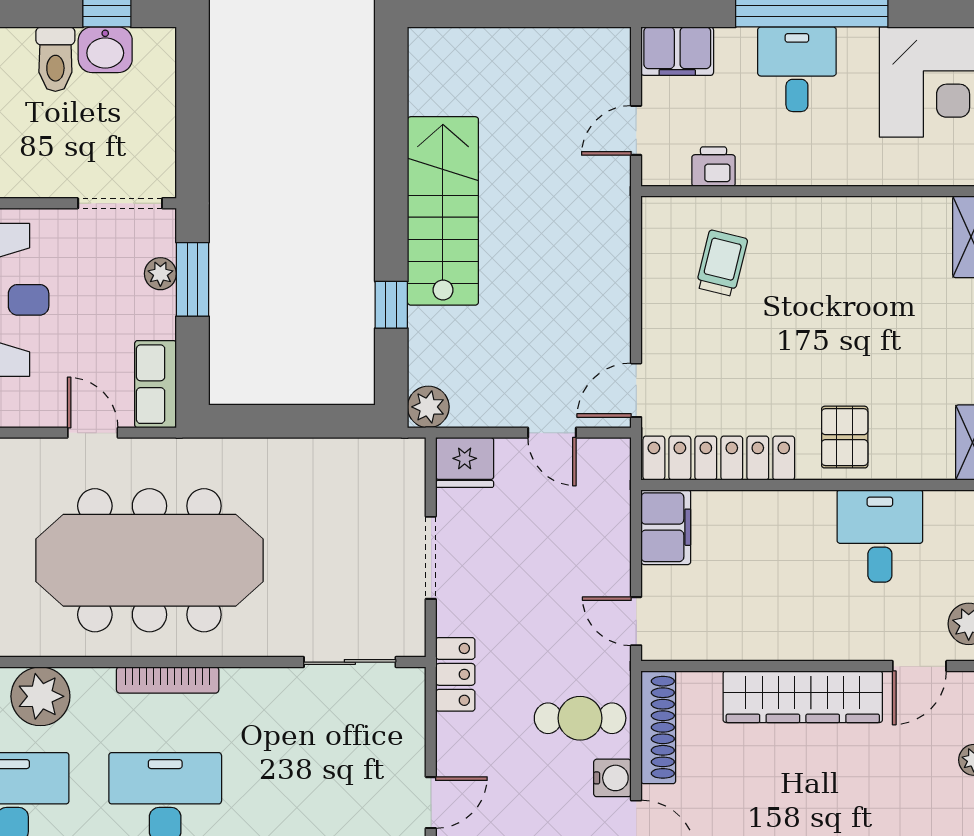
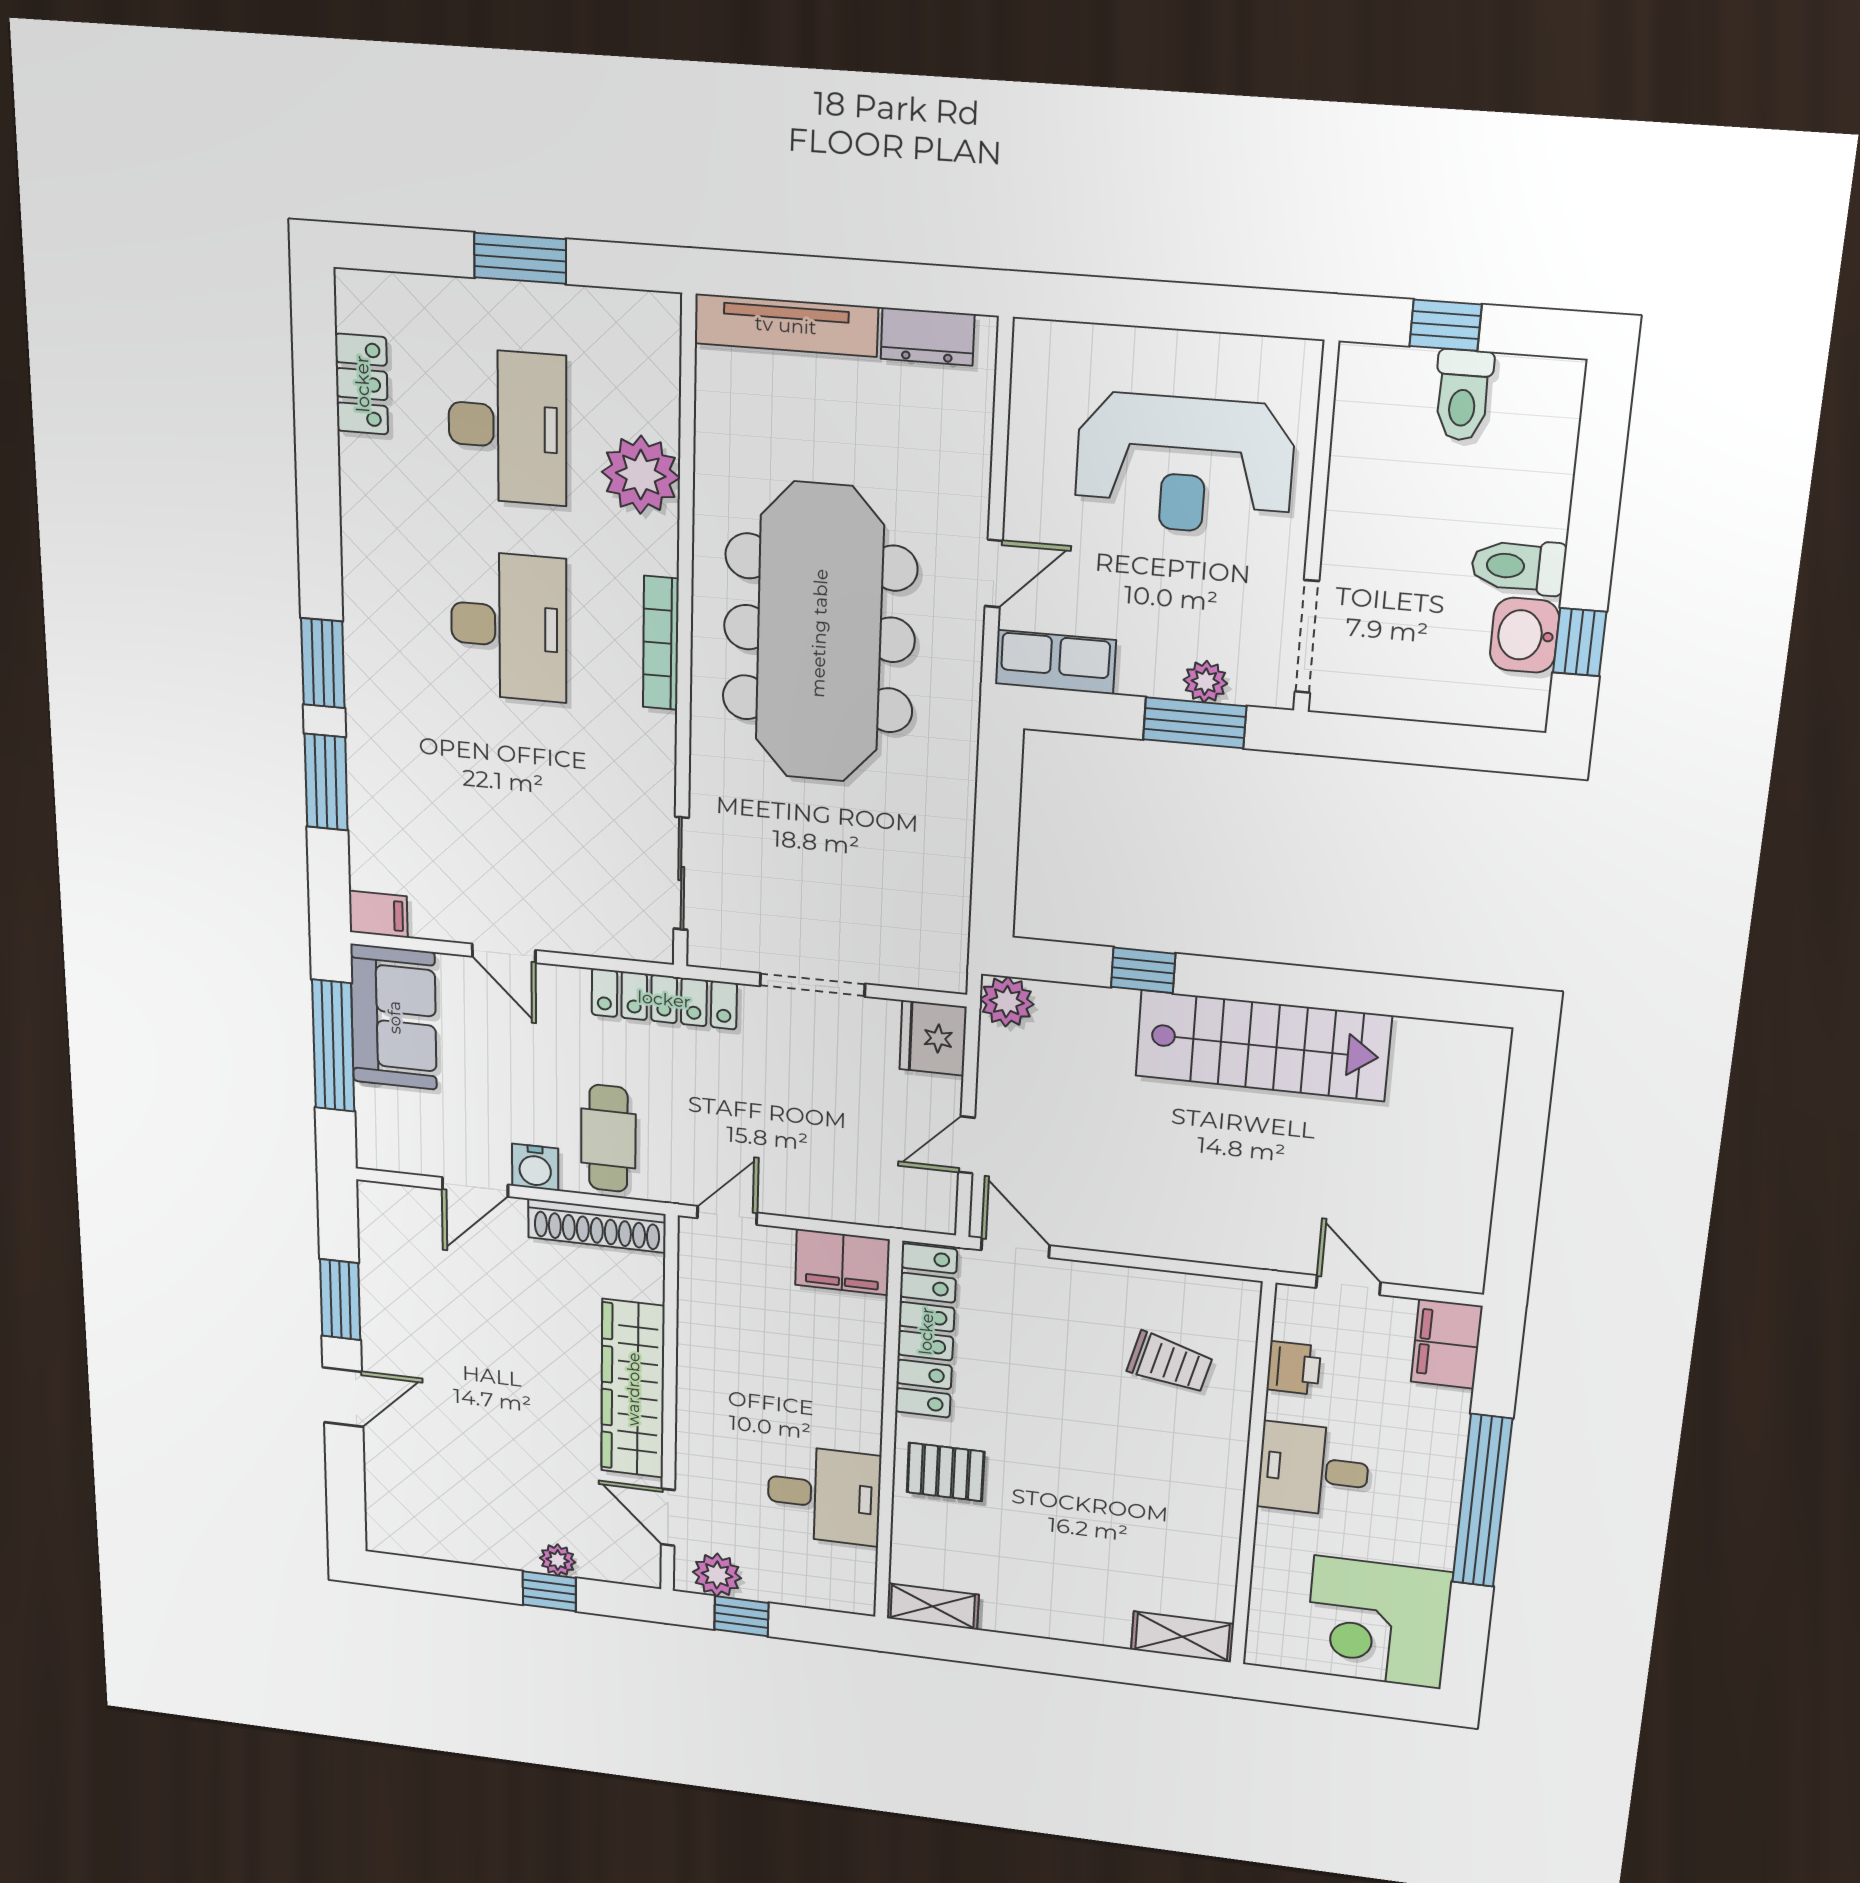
desk: (797, 69) -> (1313, 1470), moved, turned 180
locker: (455, 674) -> (664, 999), width x1.53

